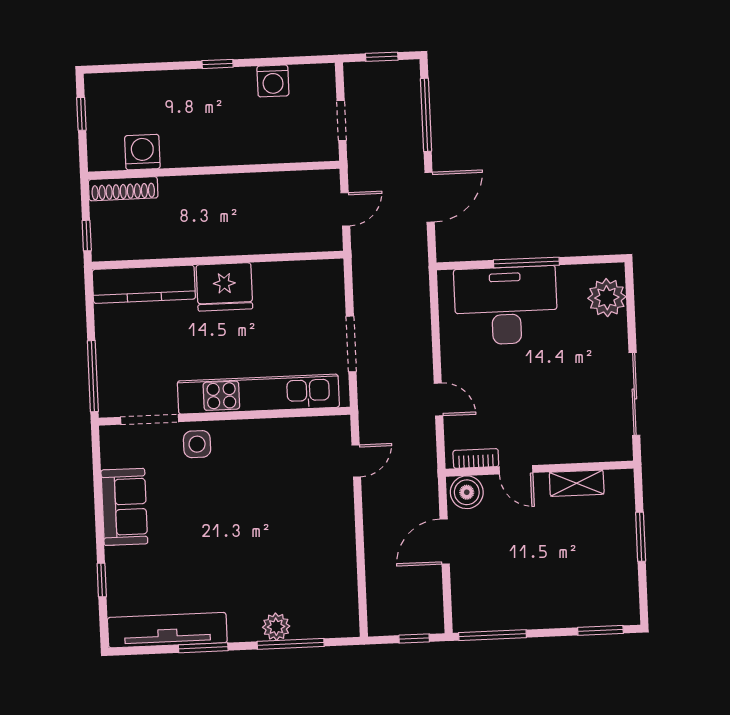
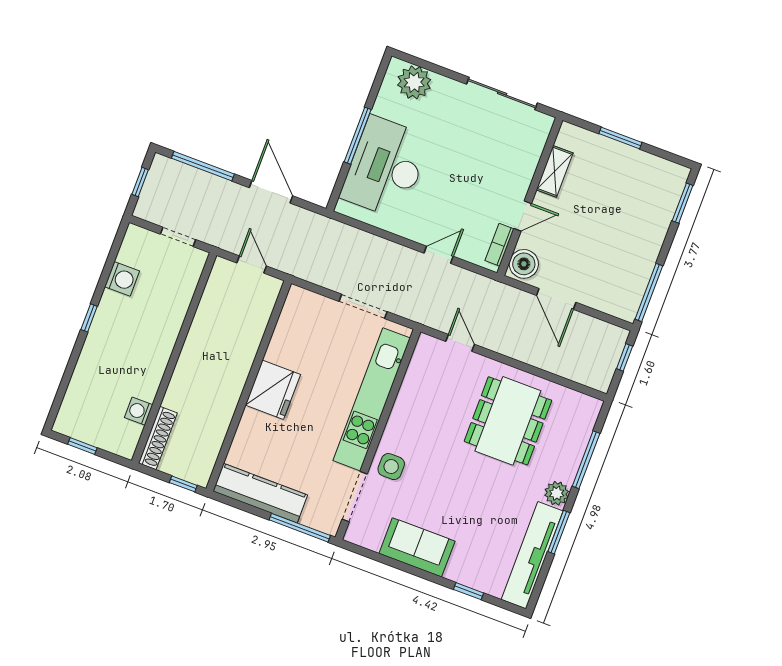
washing machine: (142, 152) -> (139, 411), width x0.73, depth x0.73
kitchen counter: (144, 284) -> (260, 493), moved, turned -90
dining table: (296, 545) -> (508, 421), added
plant: (276, 627) -> (557, 493), moved

